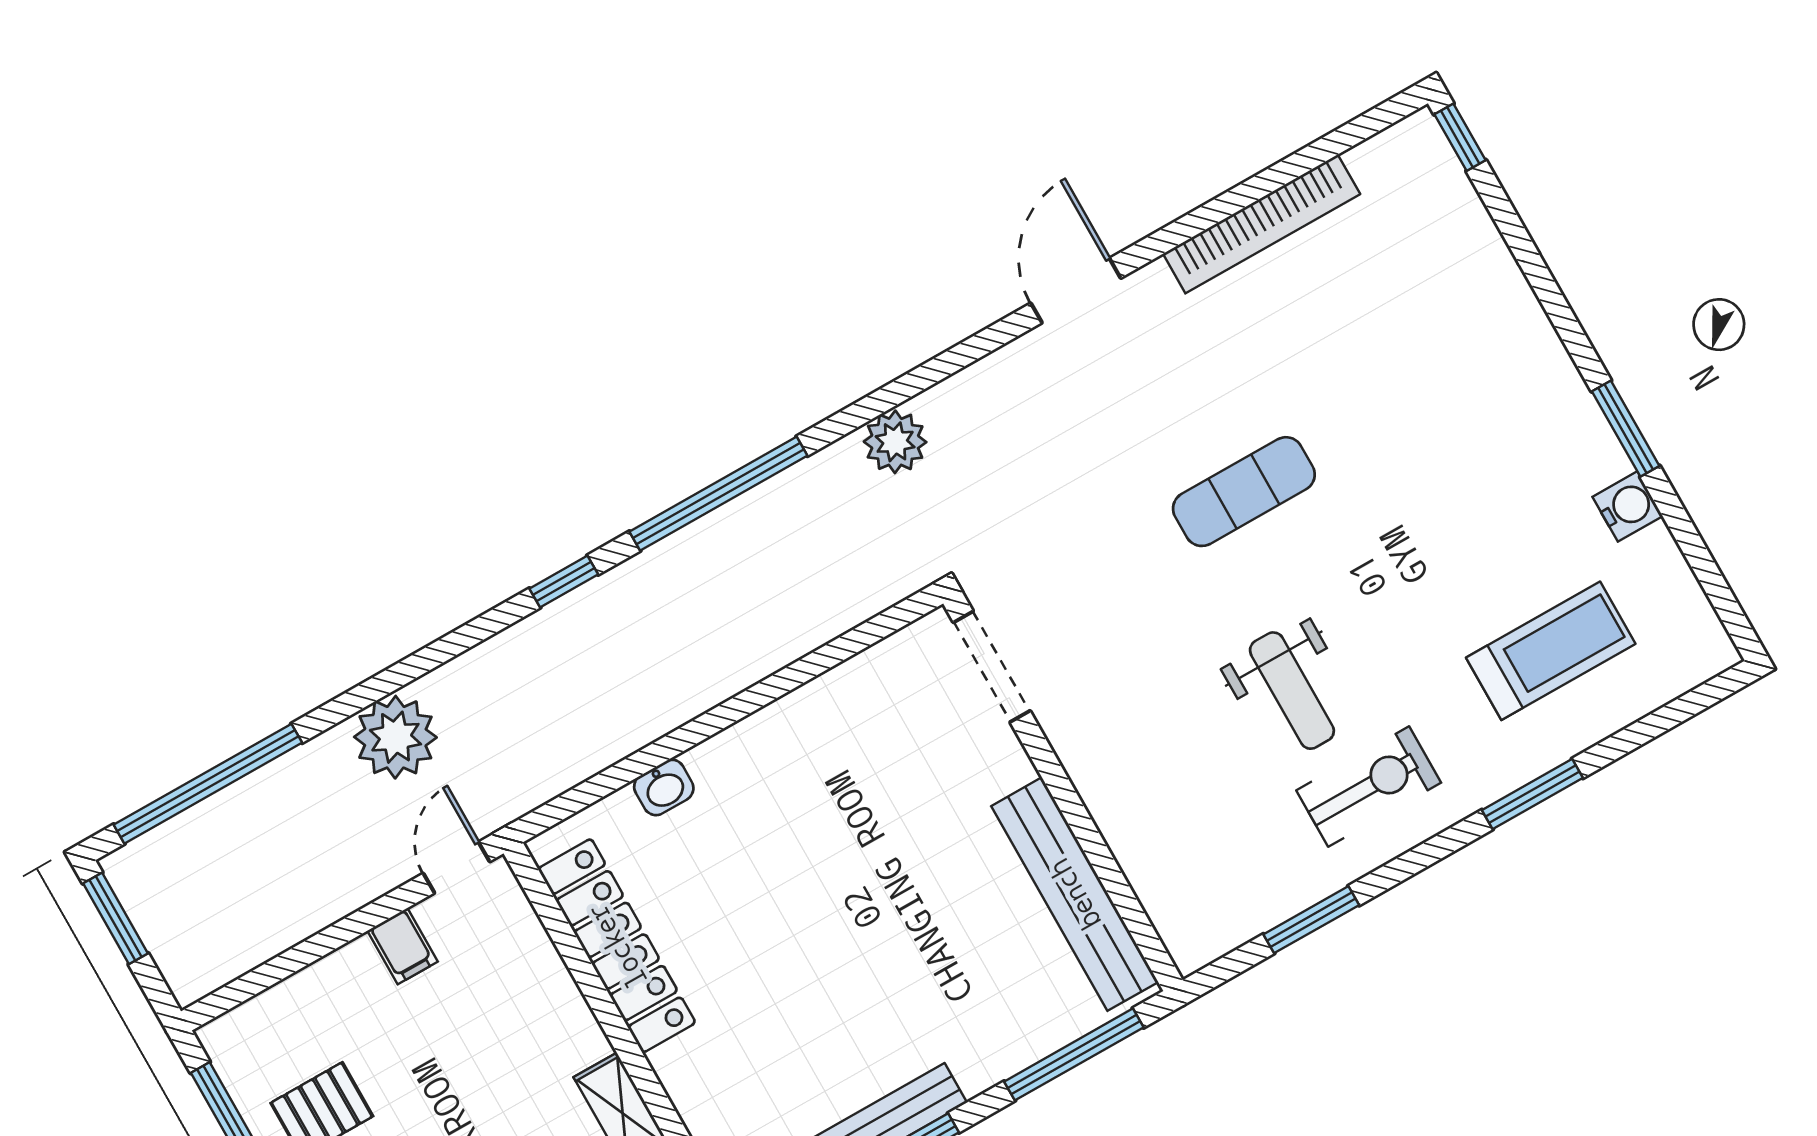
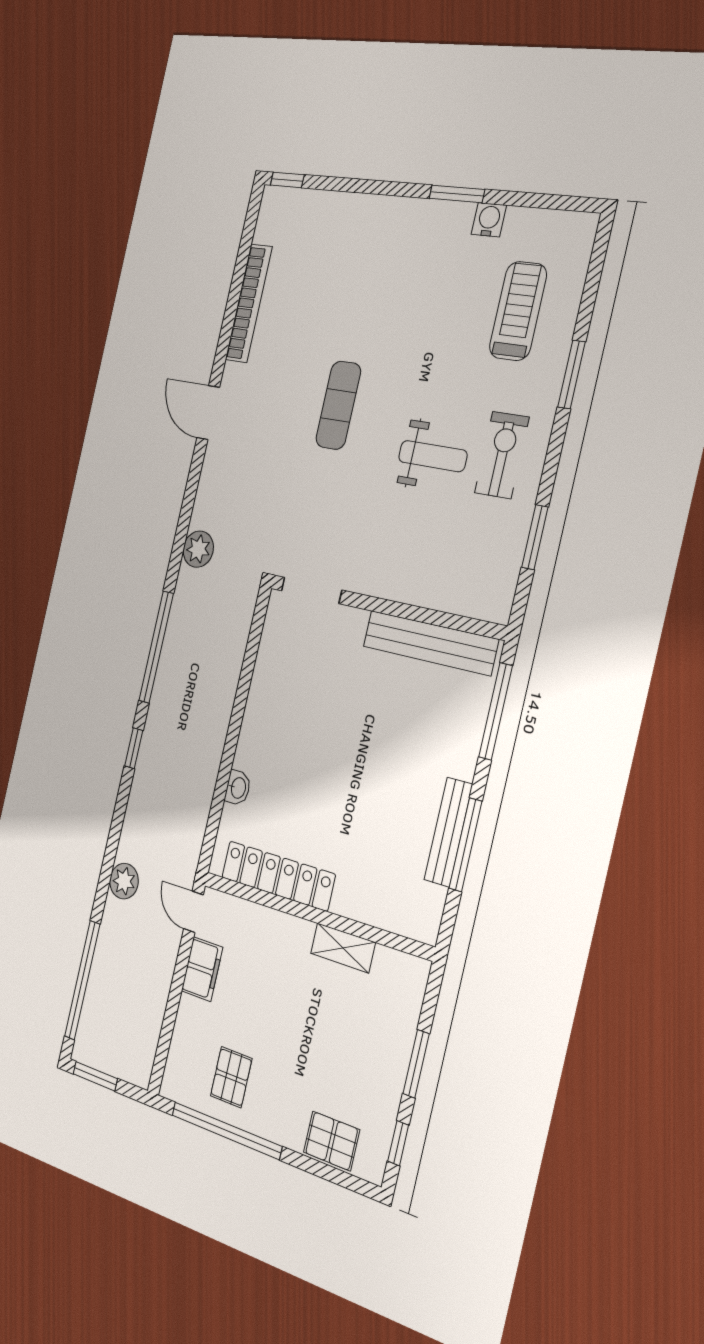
plant: (395, 737) -> (124, 881), width x0.73, depth x0.73
filing cabinet: (403, 946) -> (202, 969), width x2.00

